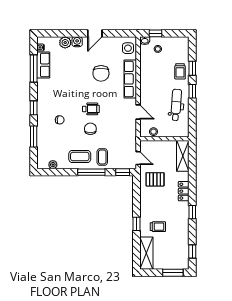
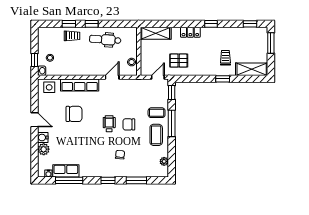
pallet: (155, 179) -> (179, 61), turned 90

